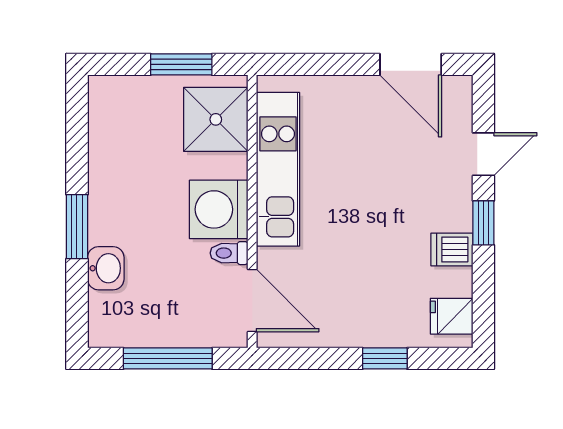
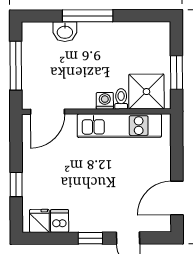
washing machine: (219, 209) -> (105, 101), width x0.53, depth x0.53
window: (77, 227) -> (88, 16), width x1.44
dishwasher: (452, 250) -> (60, 221), moved
toilet: (229, 253) -> (121, 99), moved

